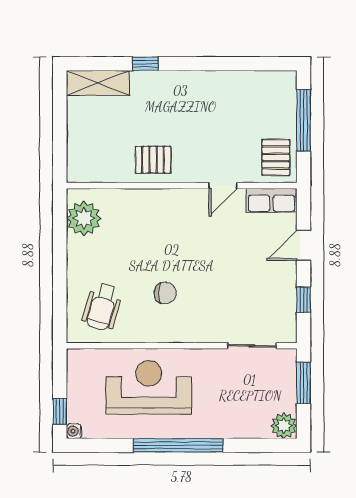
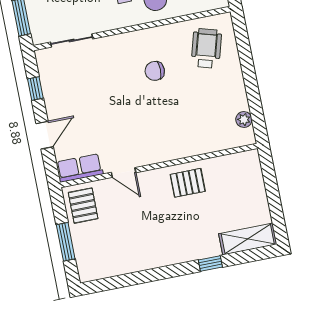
window: (304, 120) -> (66, 242), width x0.69
door: (223, 186) -> (124, 172), swing flipped
plant: (84, 218) -> (244, 119), width x0.53, depth x0.53

